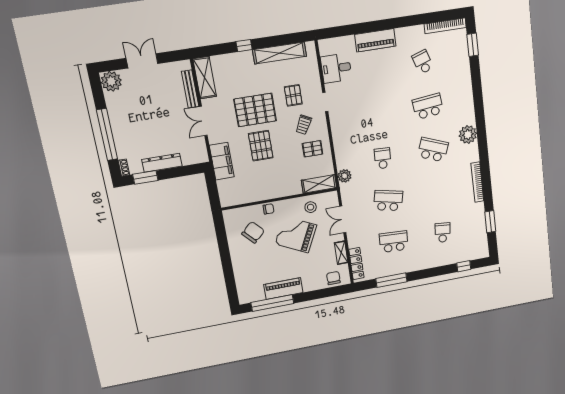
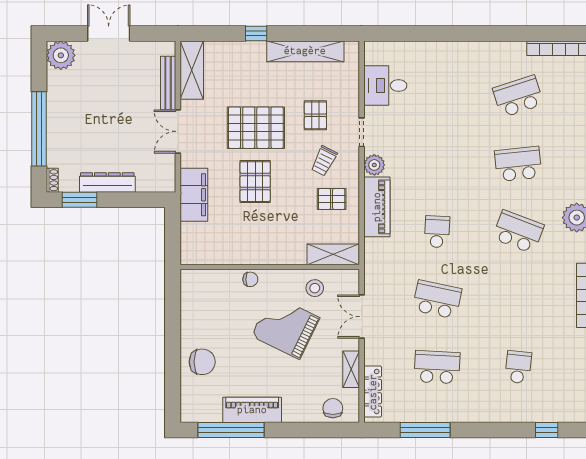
piano: (375, 40) -> (377, 207), moved, turned -90
school desk: (423, 62) -> (518, 96), width x1.85
plant: (345, 176) -> (374, 165), moved
chair: (253, 232) -> (202, 362), moved, turned 43

